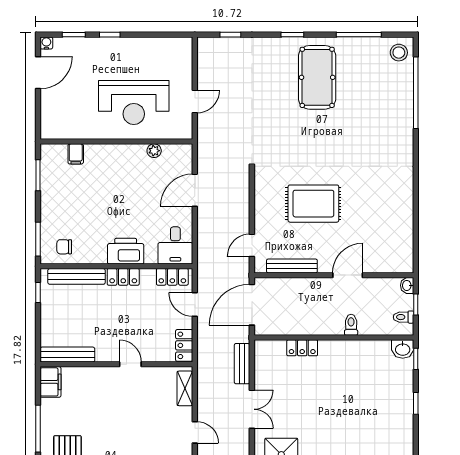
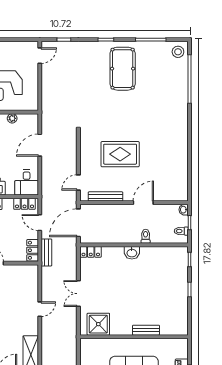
door: (195, 101) -> (40, 56), moved
locker: (302, 348) -> (91, 252), moved
washbasin: (403, 349) -> (132, 253), moved
bench: (242, 364) -> (46, 252), moved
shelving: (185, 388) -> (33, 279), removed
double door: (252, 409) -> (78, 294), swing flipped
door: (195, 432) -> (40, 309), hinge flipped

